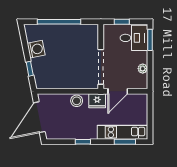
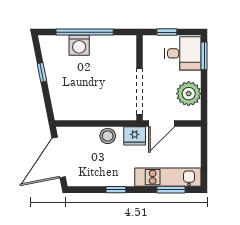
washing machine: (36, 49) -> (79, 45), moved, turned 101
window: (30, 69) -> (42, 72), moved
plant: (143, 69) -> (189, 94), width x1.88, depth x1.88

